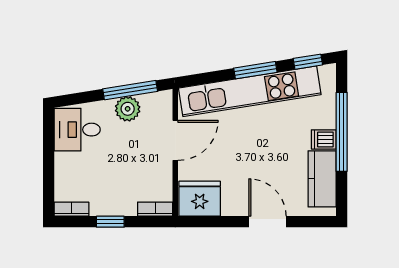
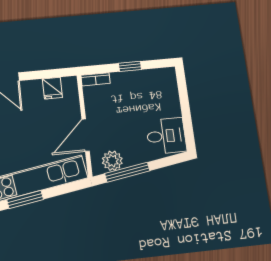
plant: (128, 109) -> (112, 161), moved
fridge: (200, 199) -> (52, 88), width x0.53, depth x0.75
bookcase: (72, 209) -> (162, 73), removed

